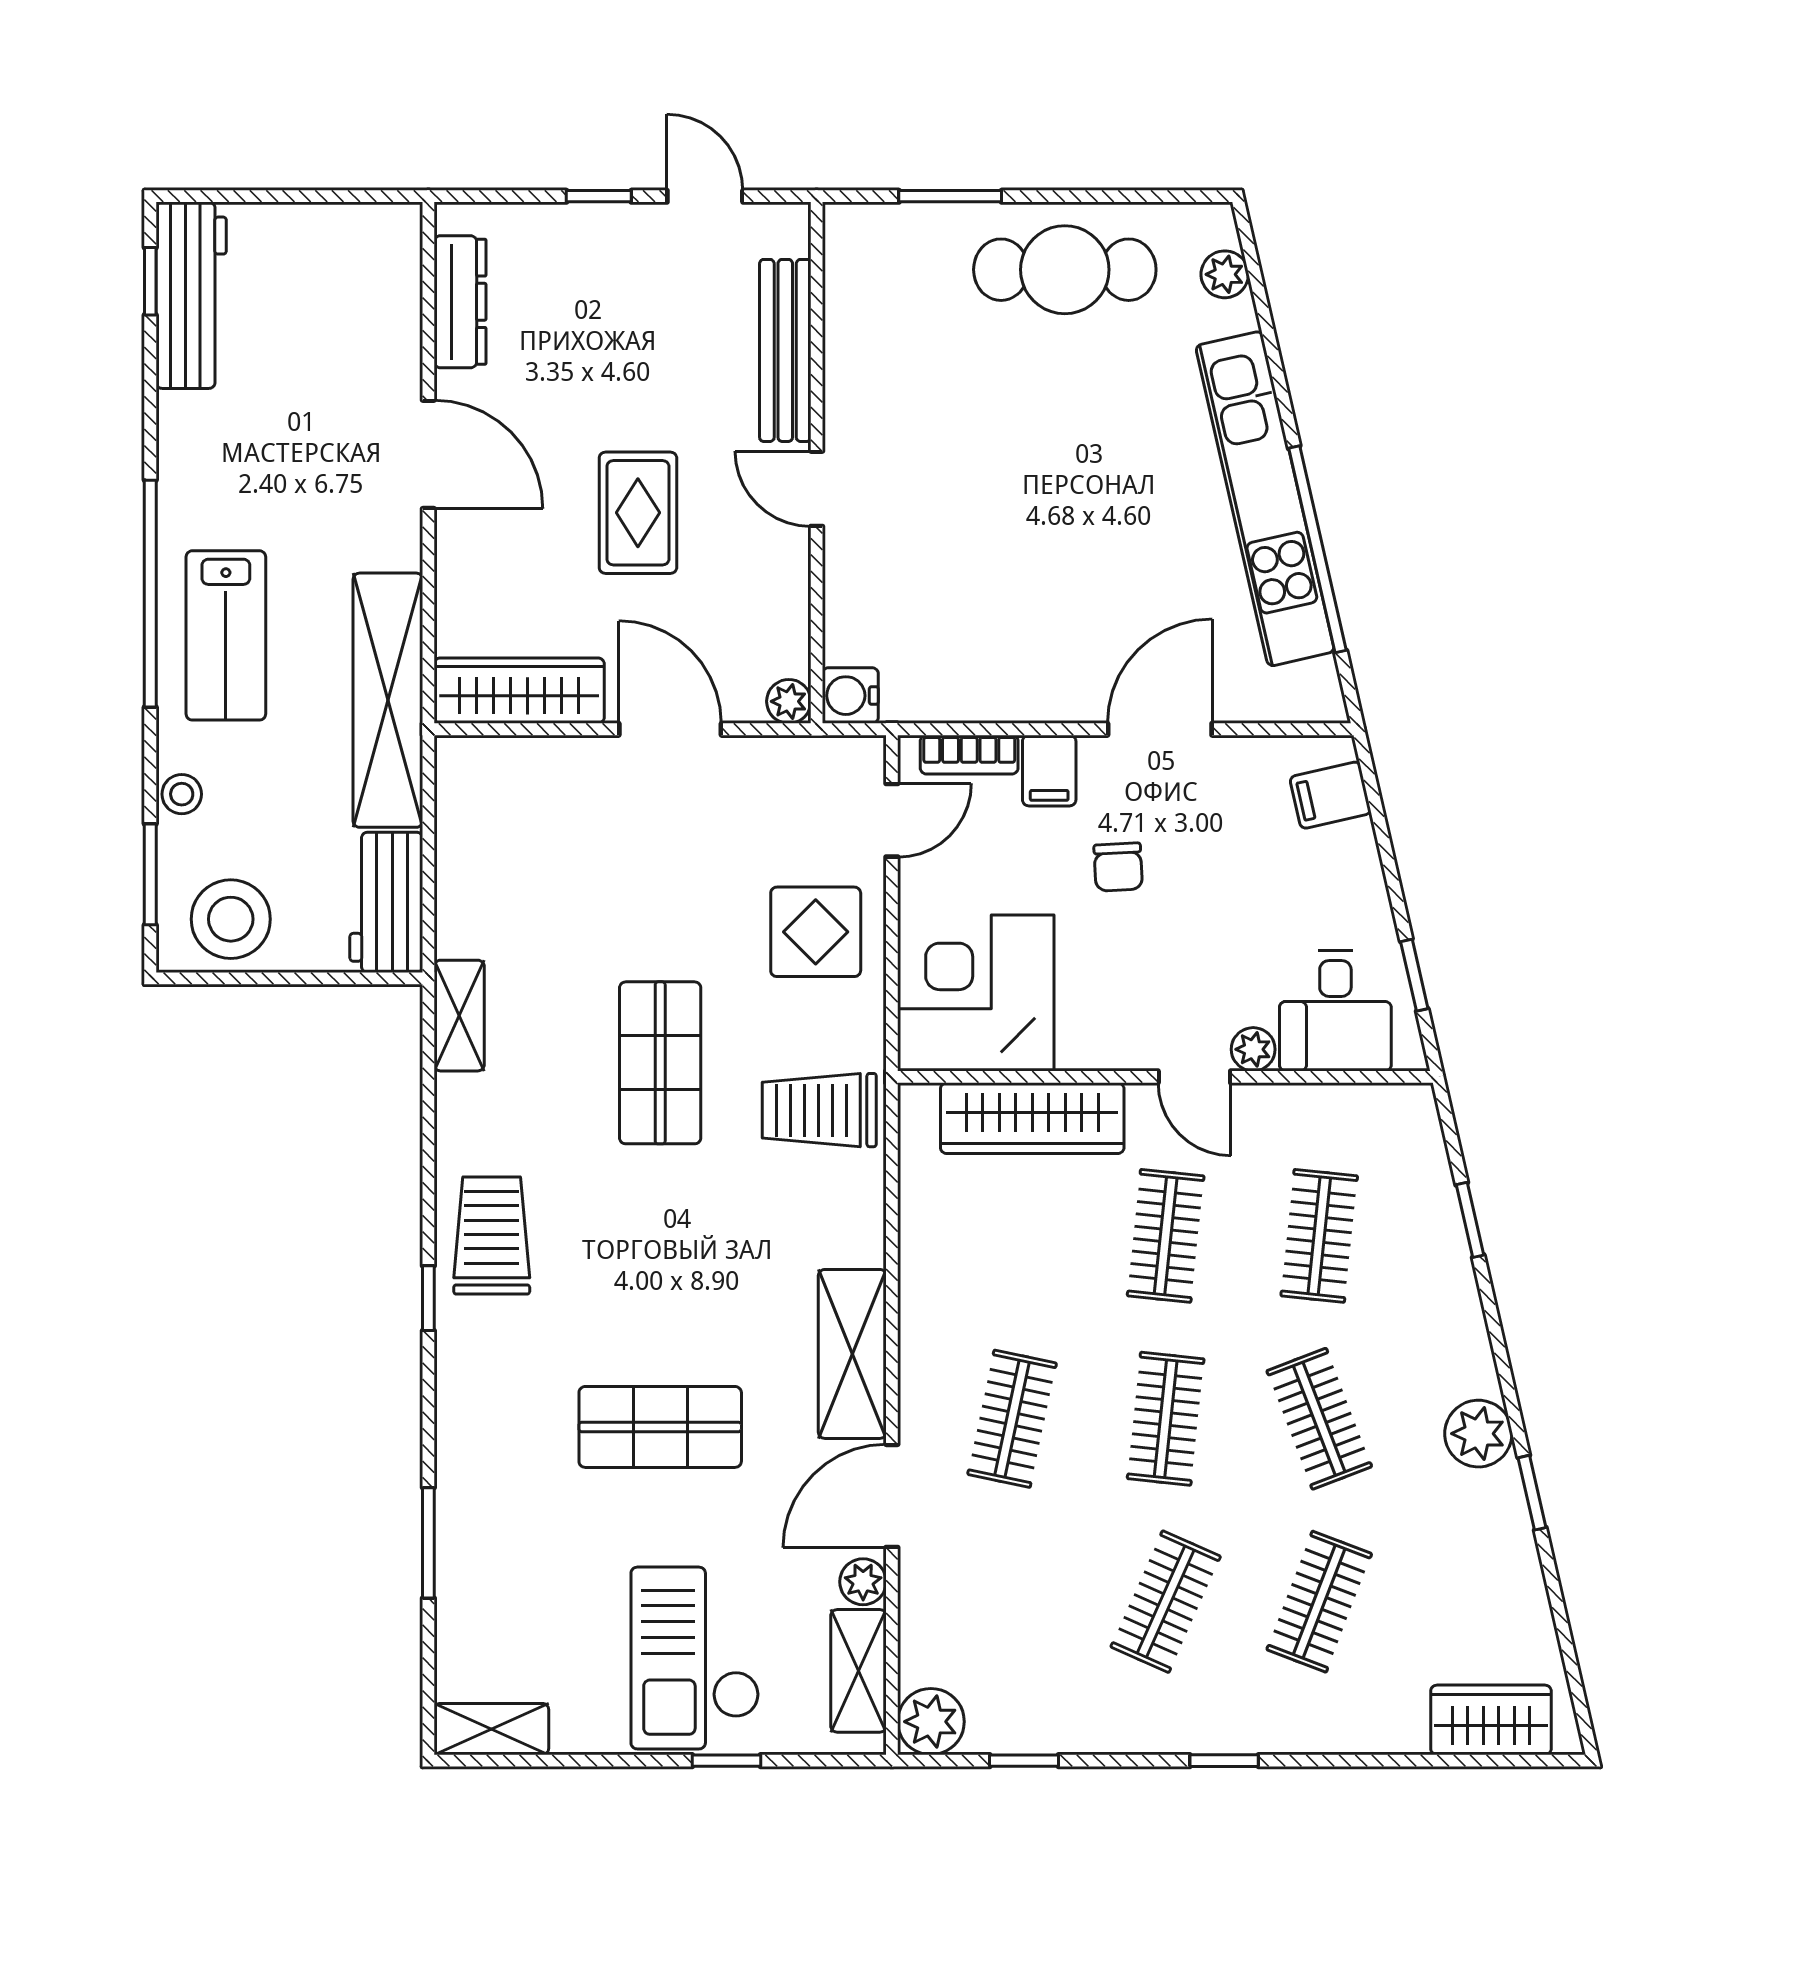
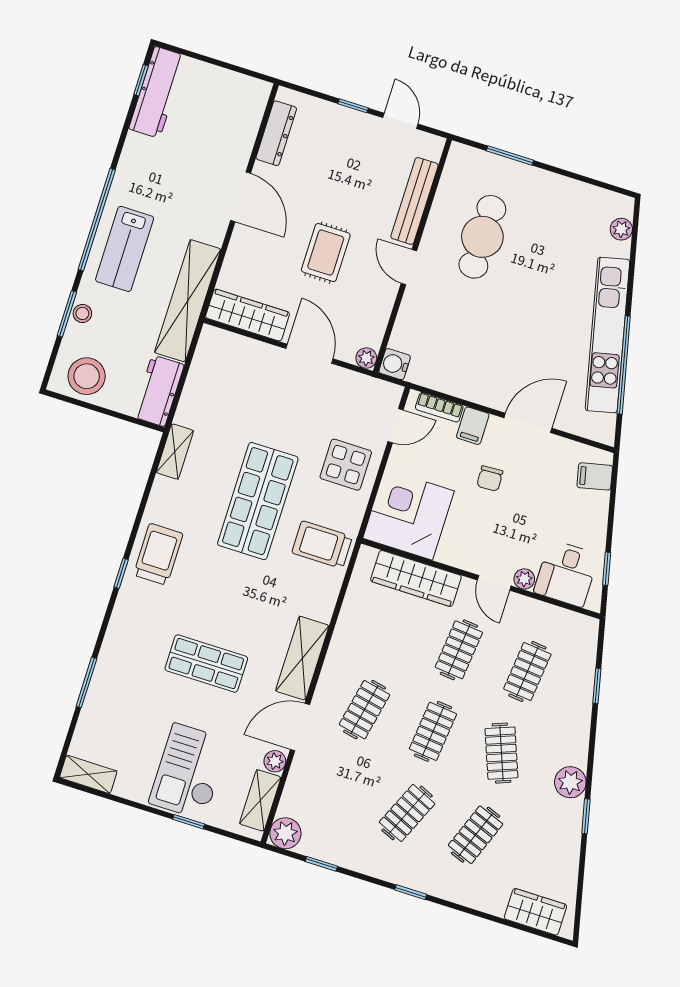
cafe table: (1065, 270) -> (482, 237), moved, turned 90
window: (150, 874) -> (67, 314), moved
shop shelf: (660, 1063) -> (258, 501), width x1.43, depth x1.36

